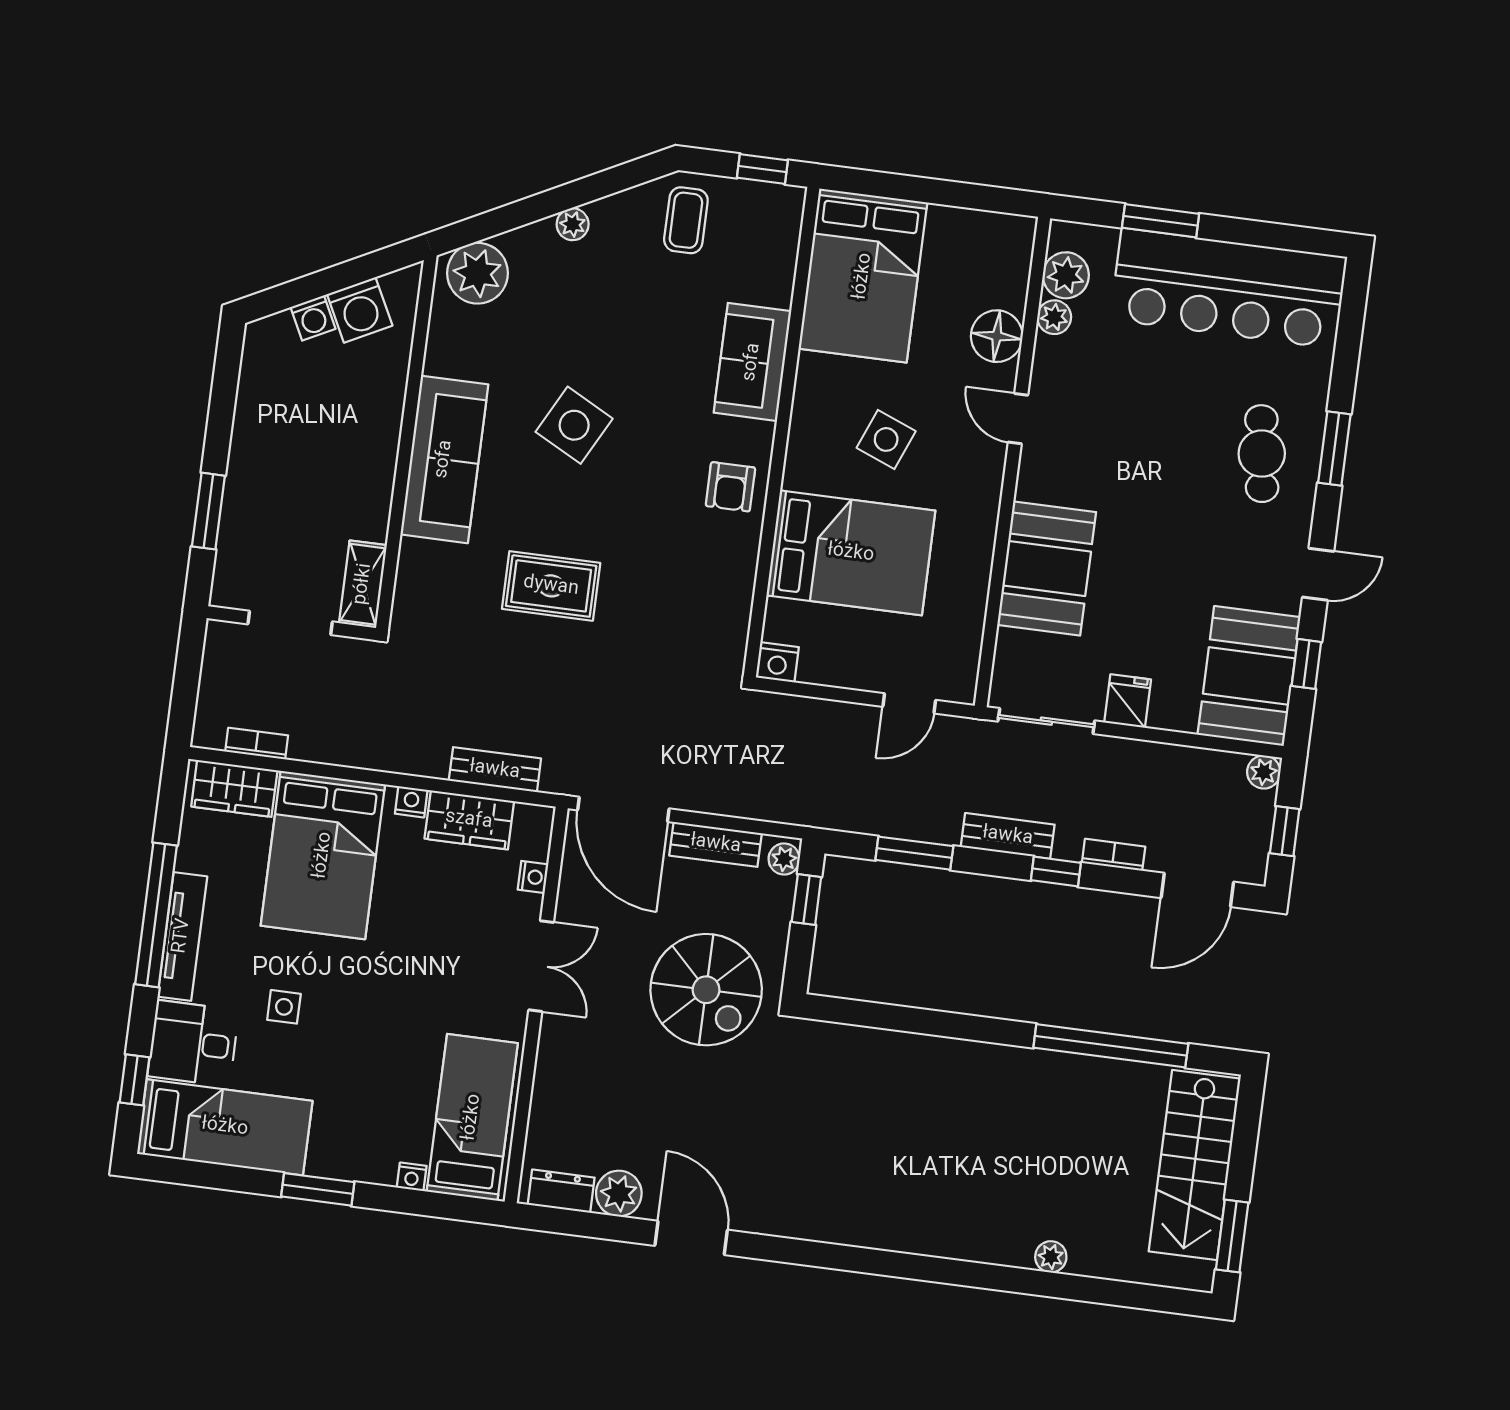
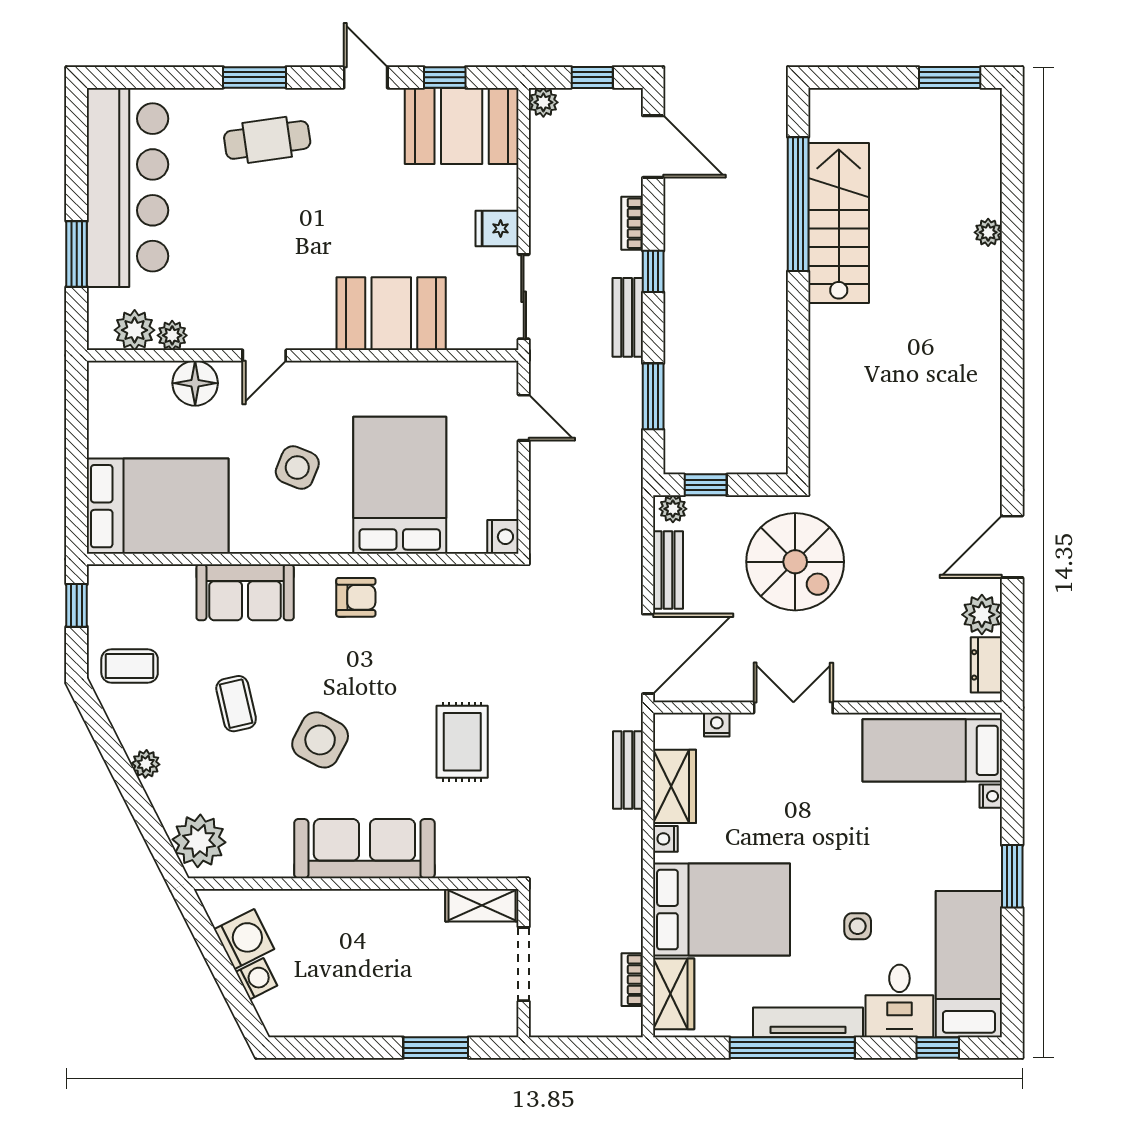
coffee table: (628, 335) -> (236, 704), added
spiral stairs: (706, 990) -> (795, 562), turned 90
stairs: (1195, 1165) -> (839, 223), moved, turned -90

